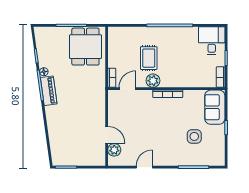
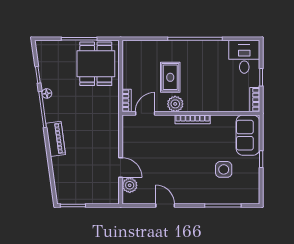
piano: (49, 91) -> (56, 139), moved
door: (144, 167) -> (165, 205), hinge flipped

